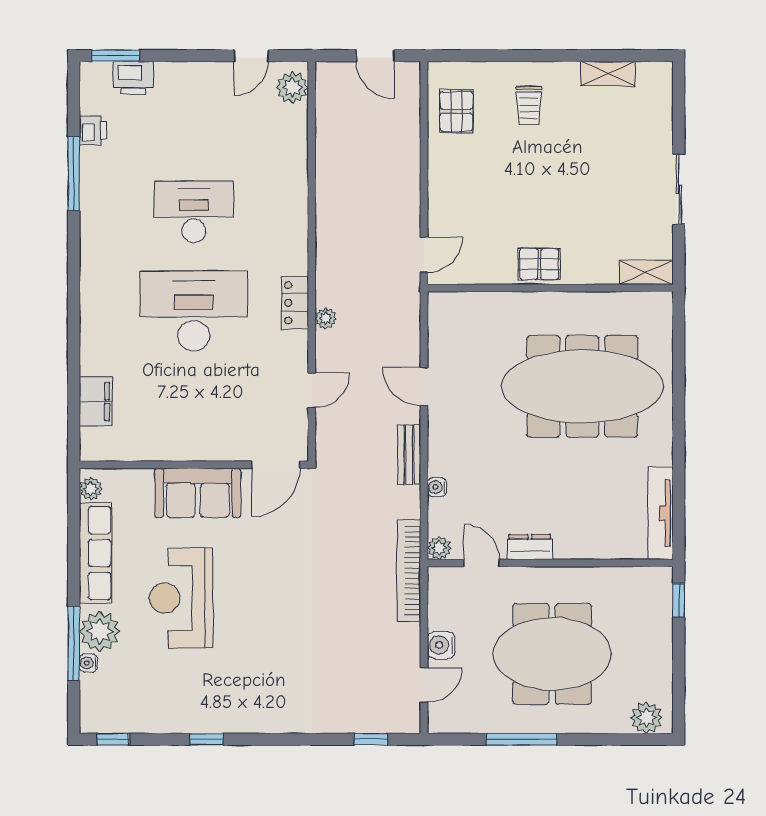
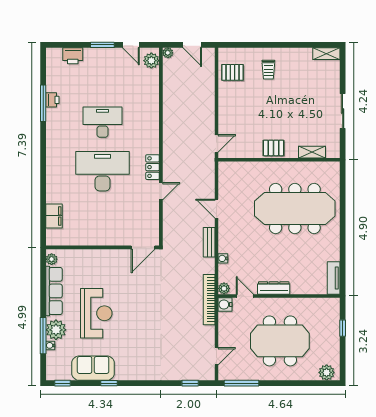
window: (116, 56) -> (102, 45), moved
door: (251, 56) -> (131, 45), hinge flipped
shelving: (608, 74) -> (326, 54), moved
pallet: (456, 111) -> (233, 72), turned 90
printer: (93, 130) -> (52, 100), moved
shelving: (646, 273) -> (312, 152), moved
plant: (326, 318) -> (168, 53), moved
door: (312, 390) -> (161, 191), moved
sofa: (198, 493) -> (93, 368), moved, turned 180
tv unit: (661, 513) -> (334, 278), width x0.71
dresser: (530, 547) -> (274, 288), width x1.44
reception desk: (181, 598) -> (96, 313), turned 180
window: (679, 600) -> (343, 328), moved
water cooler: (441, 645) -> (225, 304), moved
window: (522, 739) -> (241, 383), moved

